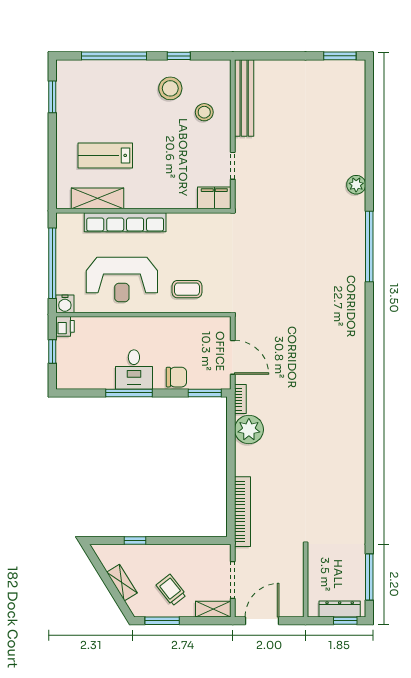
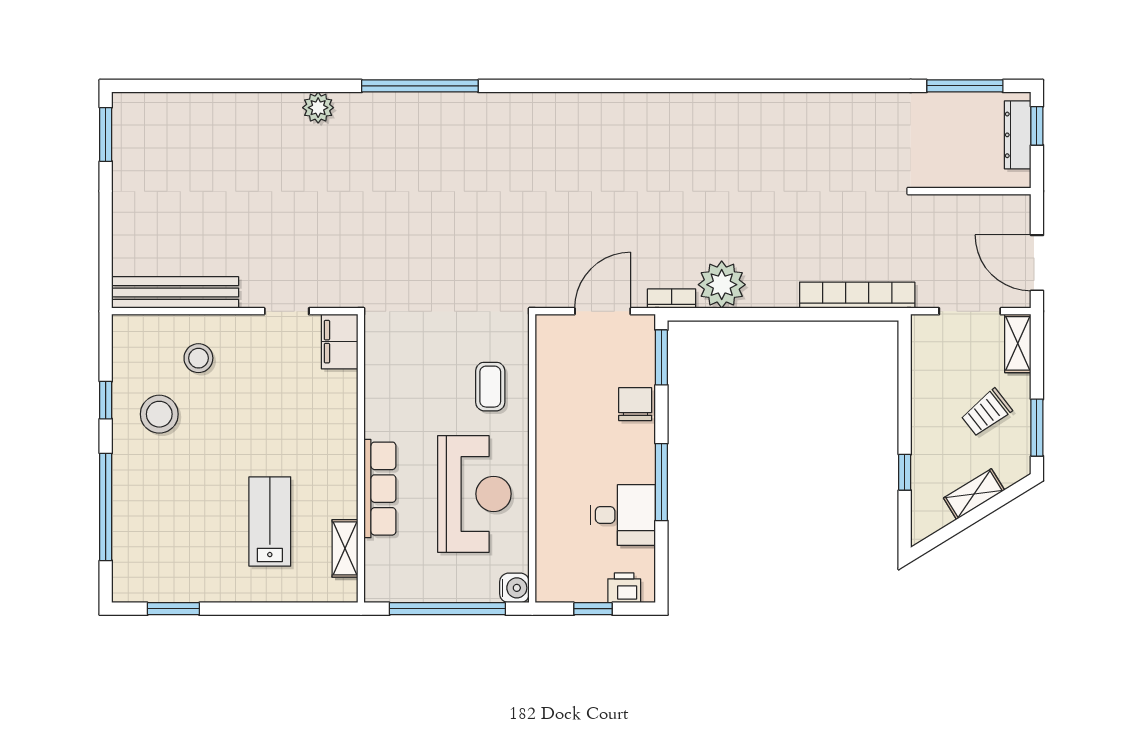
lab bench: (105, 155) -> (270, 522), turned 180
shelving: (98, 198) -> (345, 548), width x0.67, depth x0.75
row of seats: (125, 222) -> (380, 489), width x0.73
printer: (65, 326) -> (624, 588), moved
desk: (134, 369) -> (623, 515), moved

